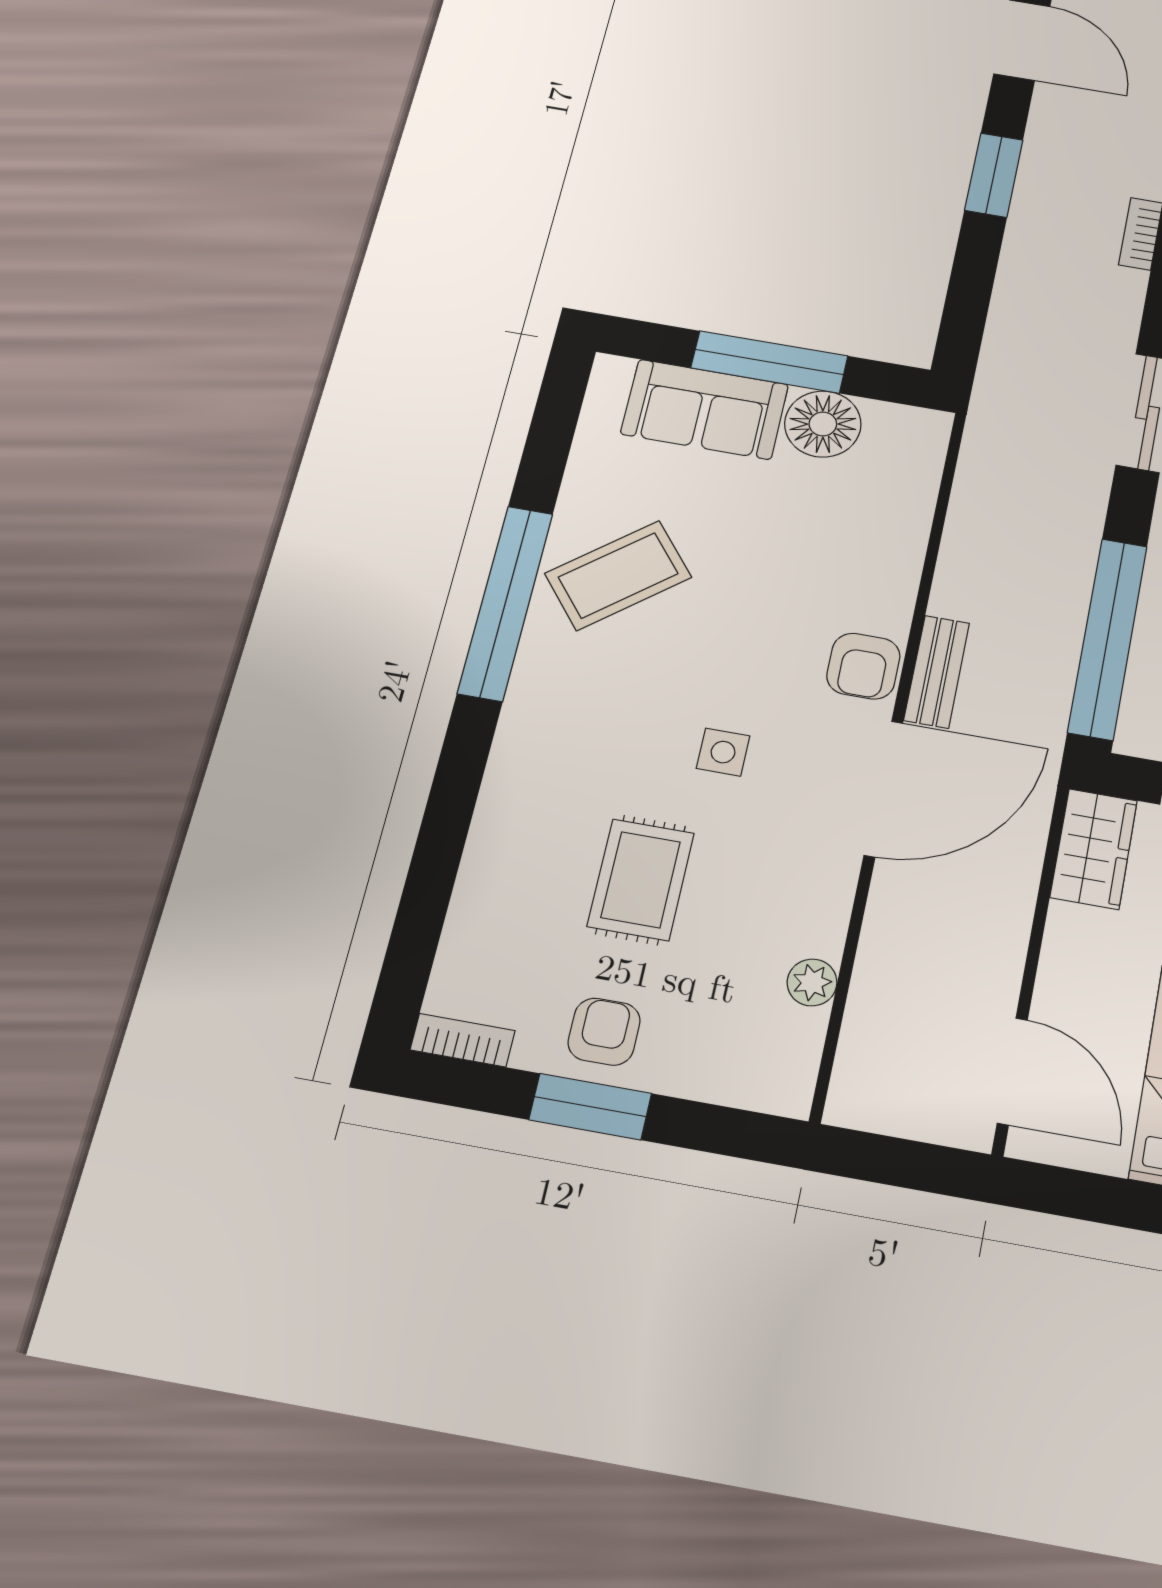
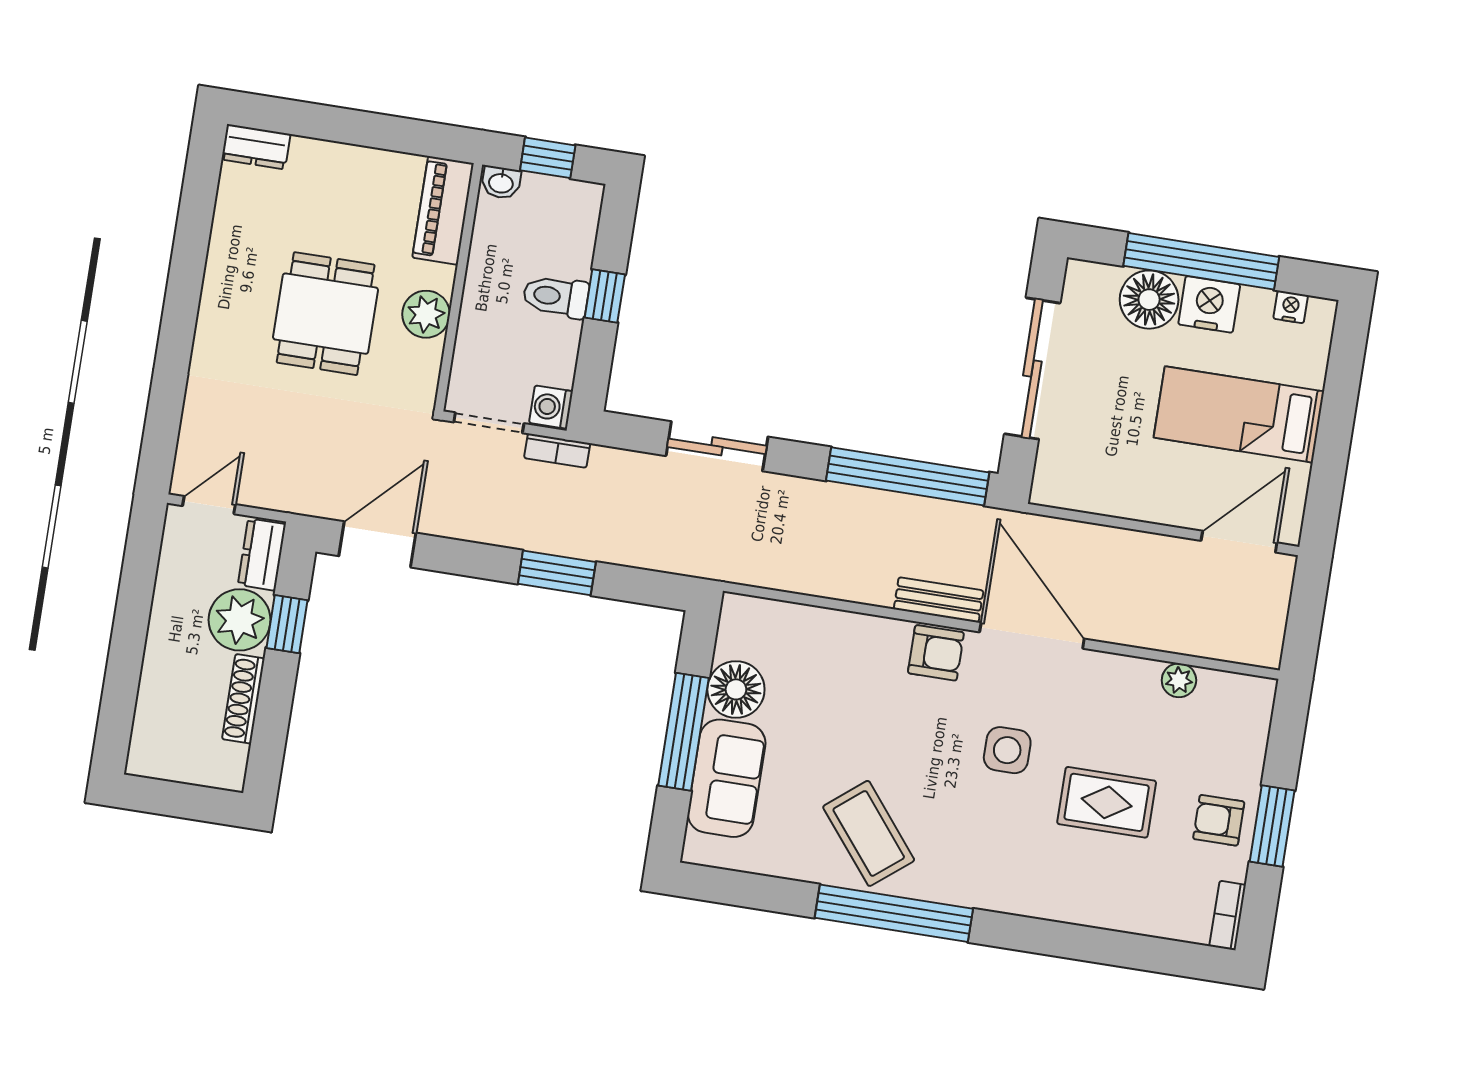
window: (994, 175) -> (557, 573), moved
side table: (723, 752) -> (1007, 750), width x1.37, depth x1.37
wardrobe: (1094, 849) -> (1073, 486), removed

